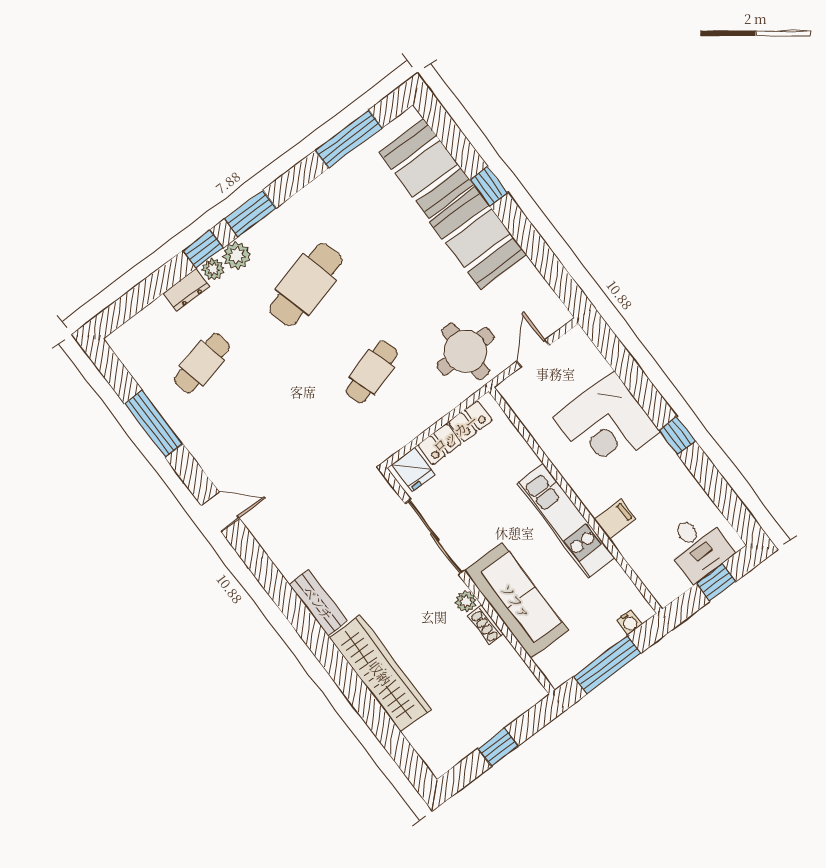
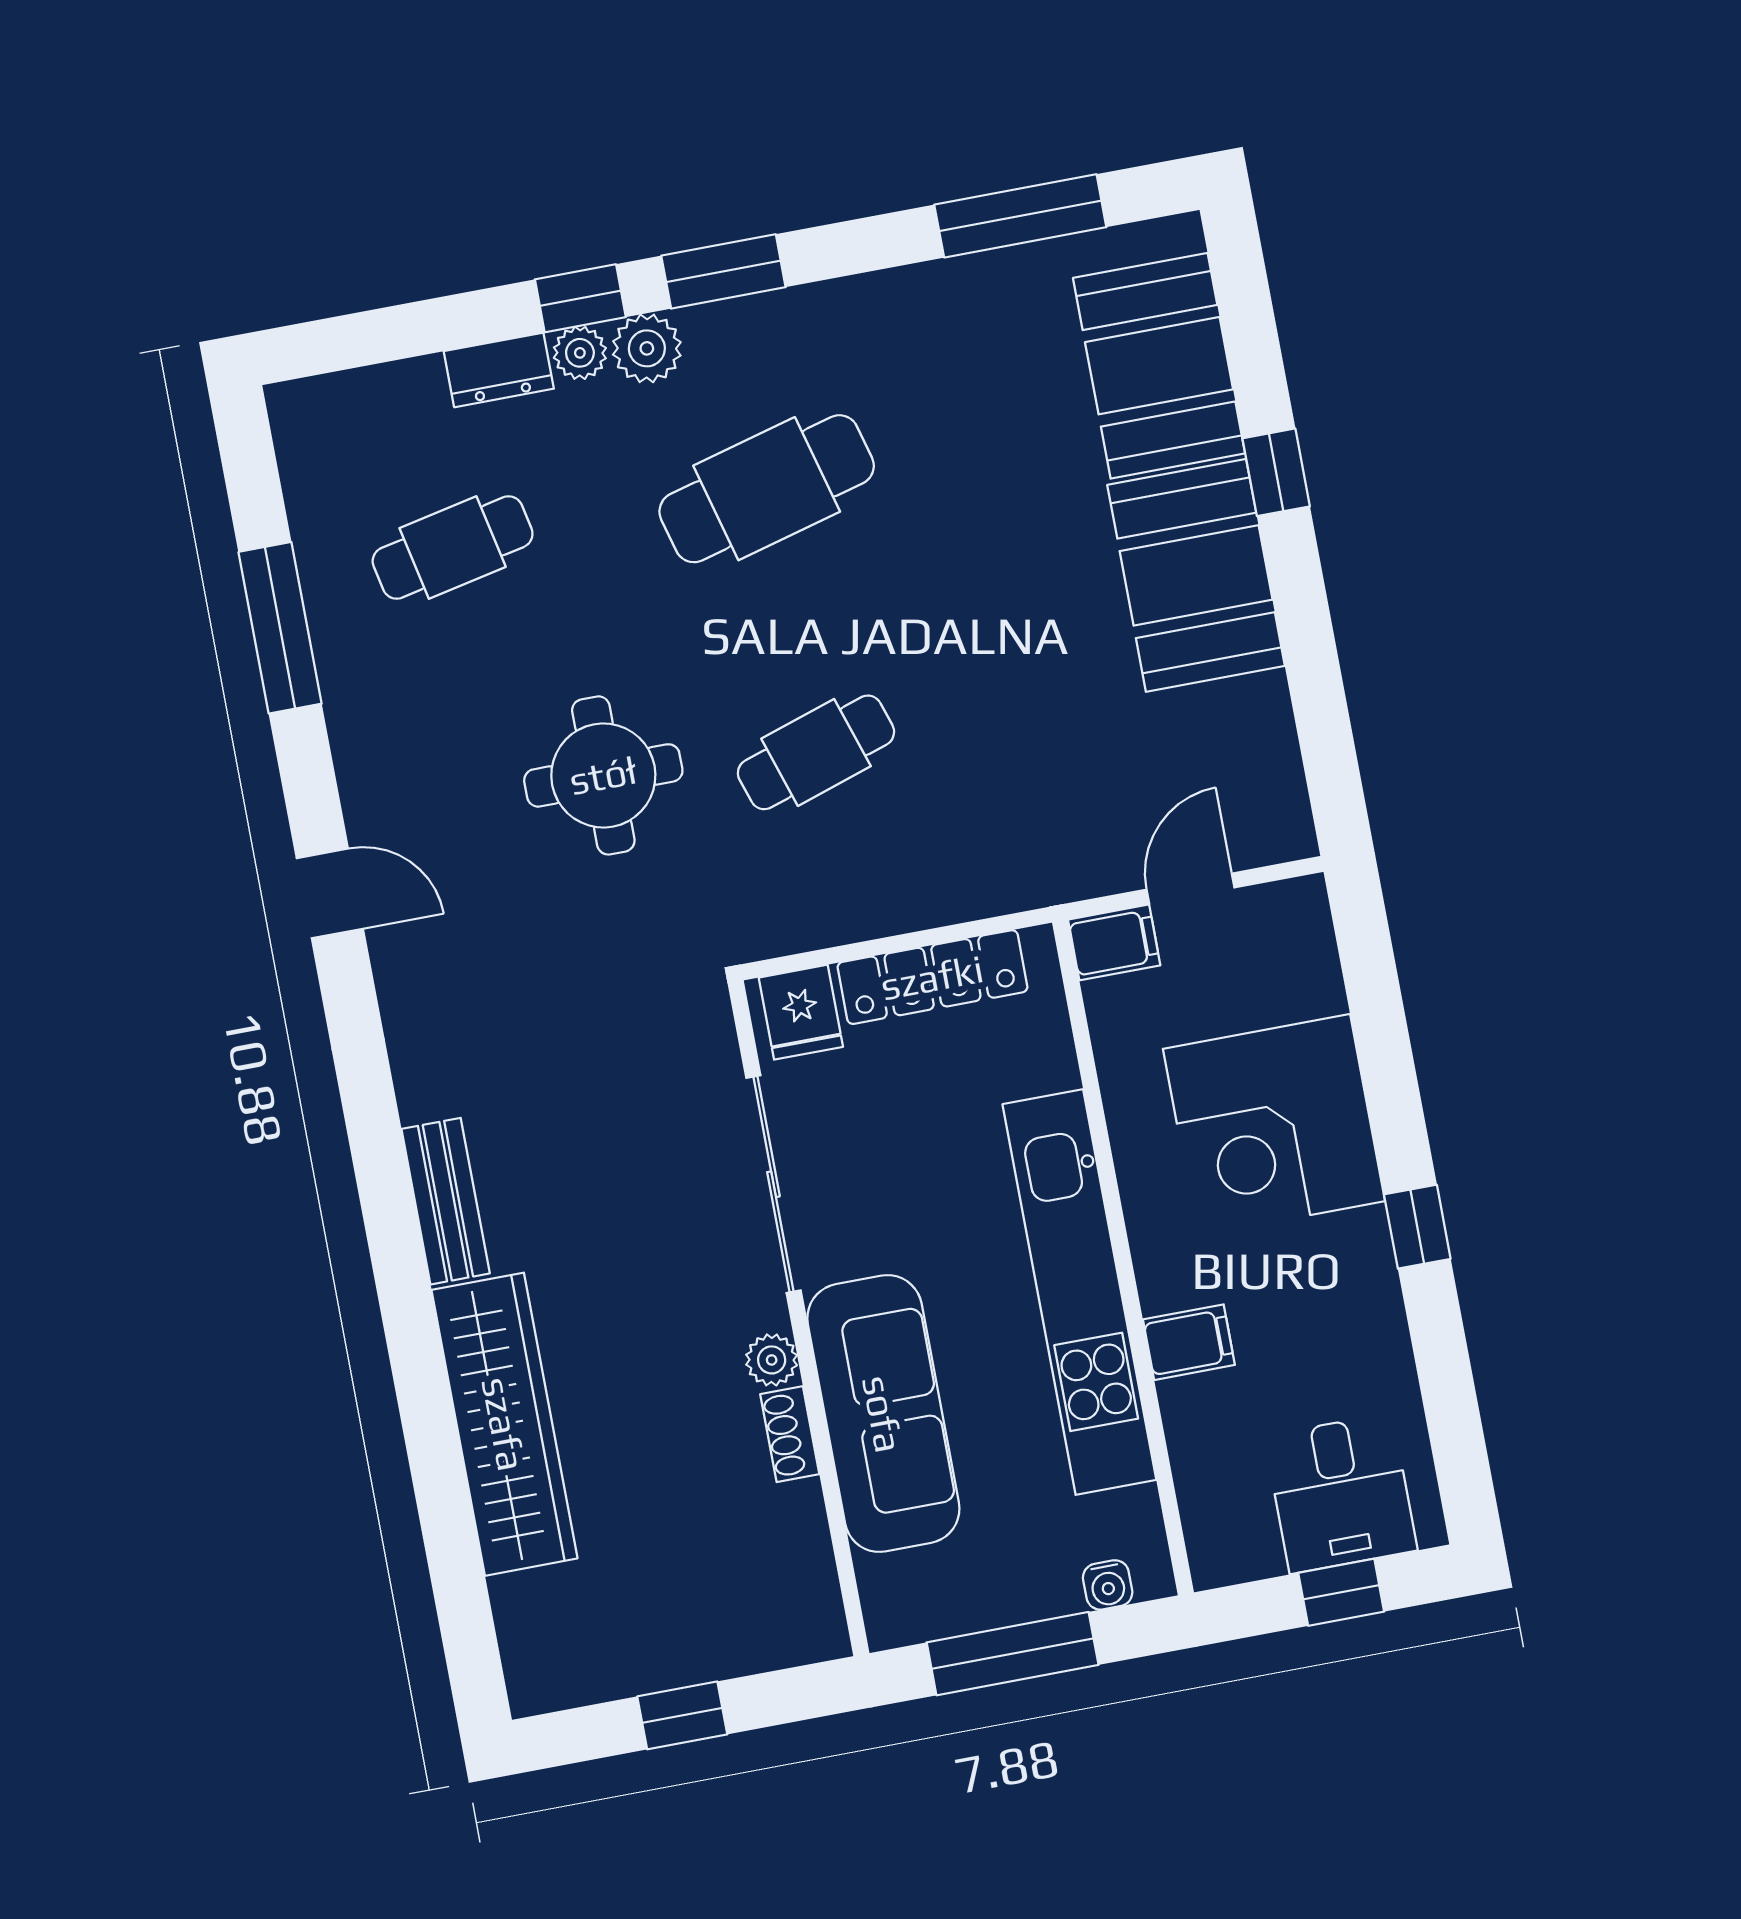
round table: (465, 351) -> (603, 775), moved
filing cabinet: (515, 387) -> (1114, 942), added
kitchen unit: (566, 521) -> (1079, 1292), width x1.36

